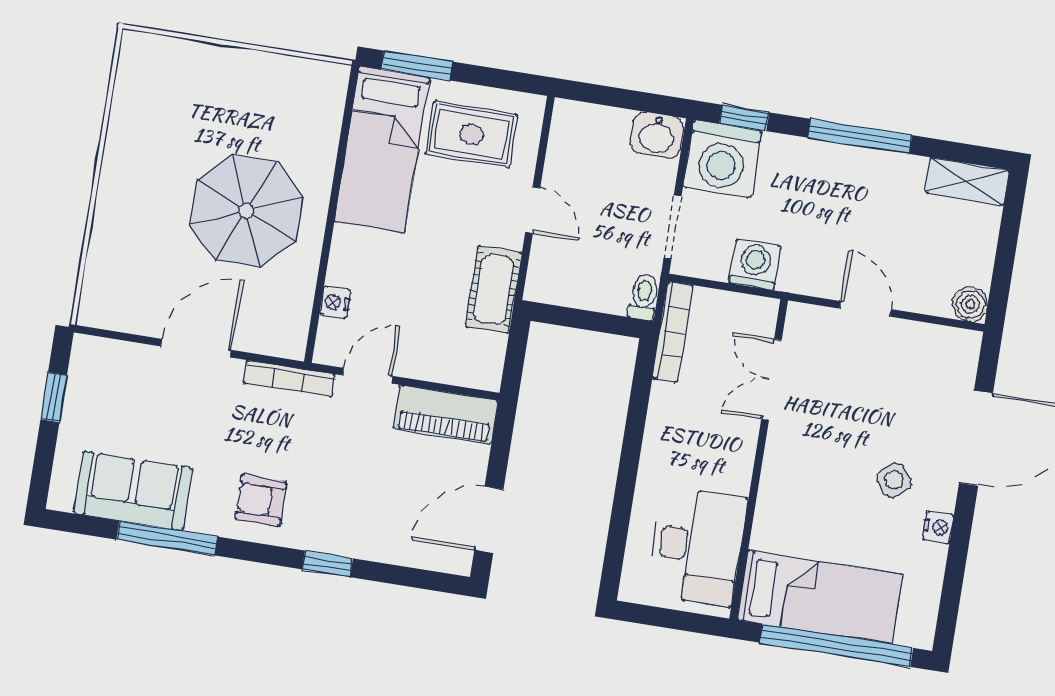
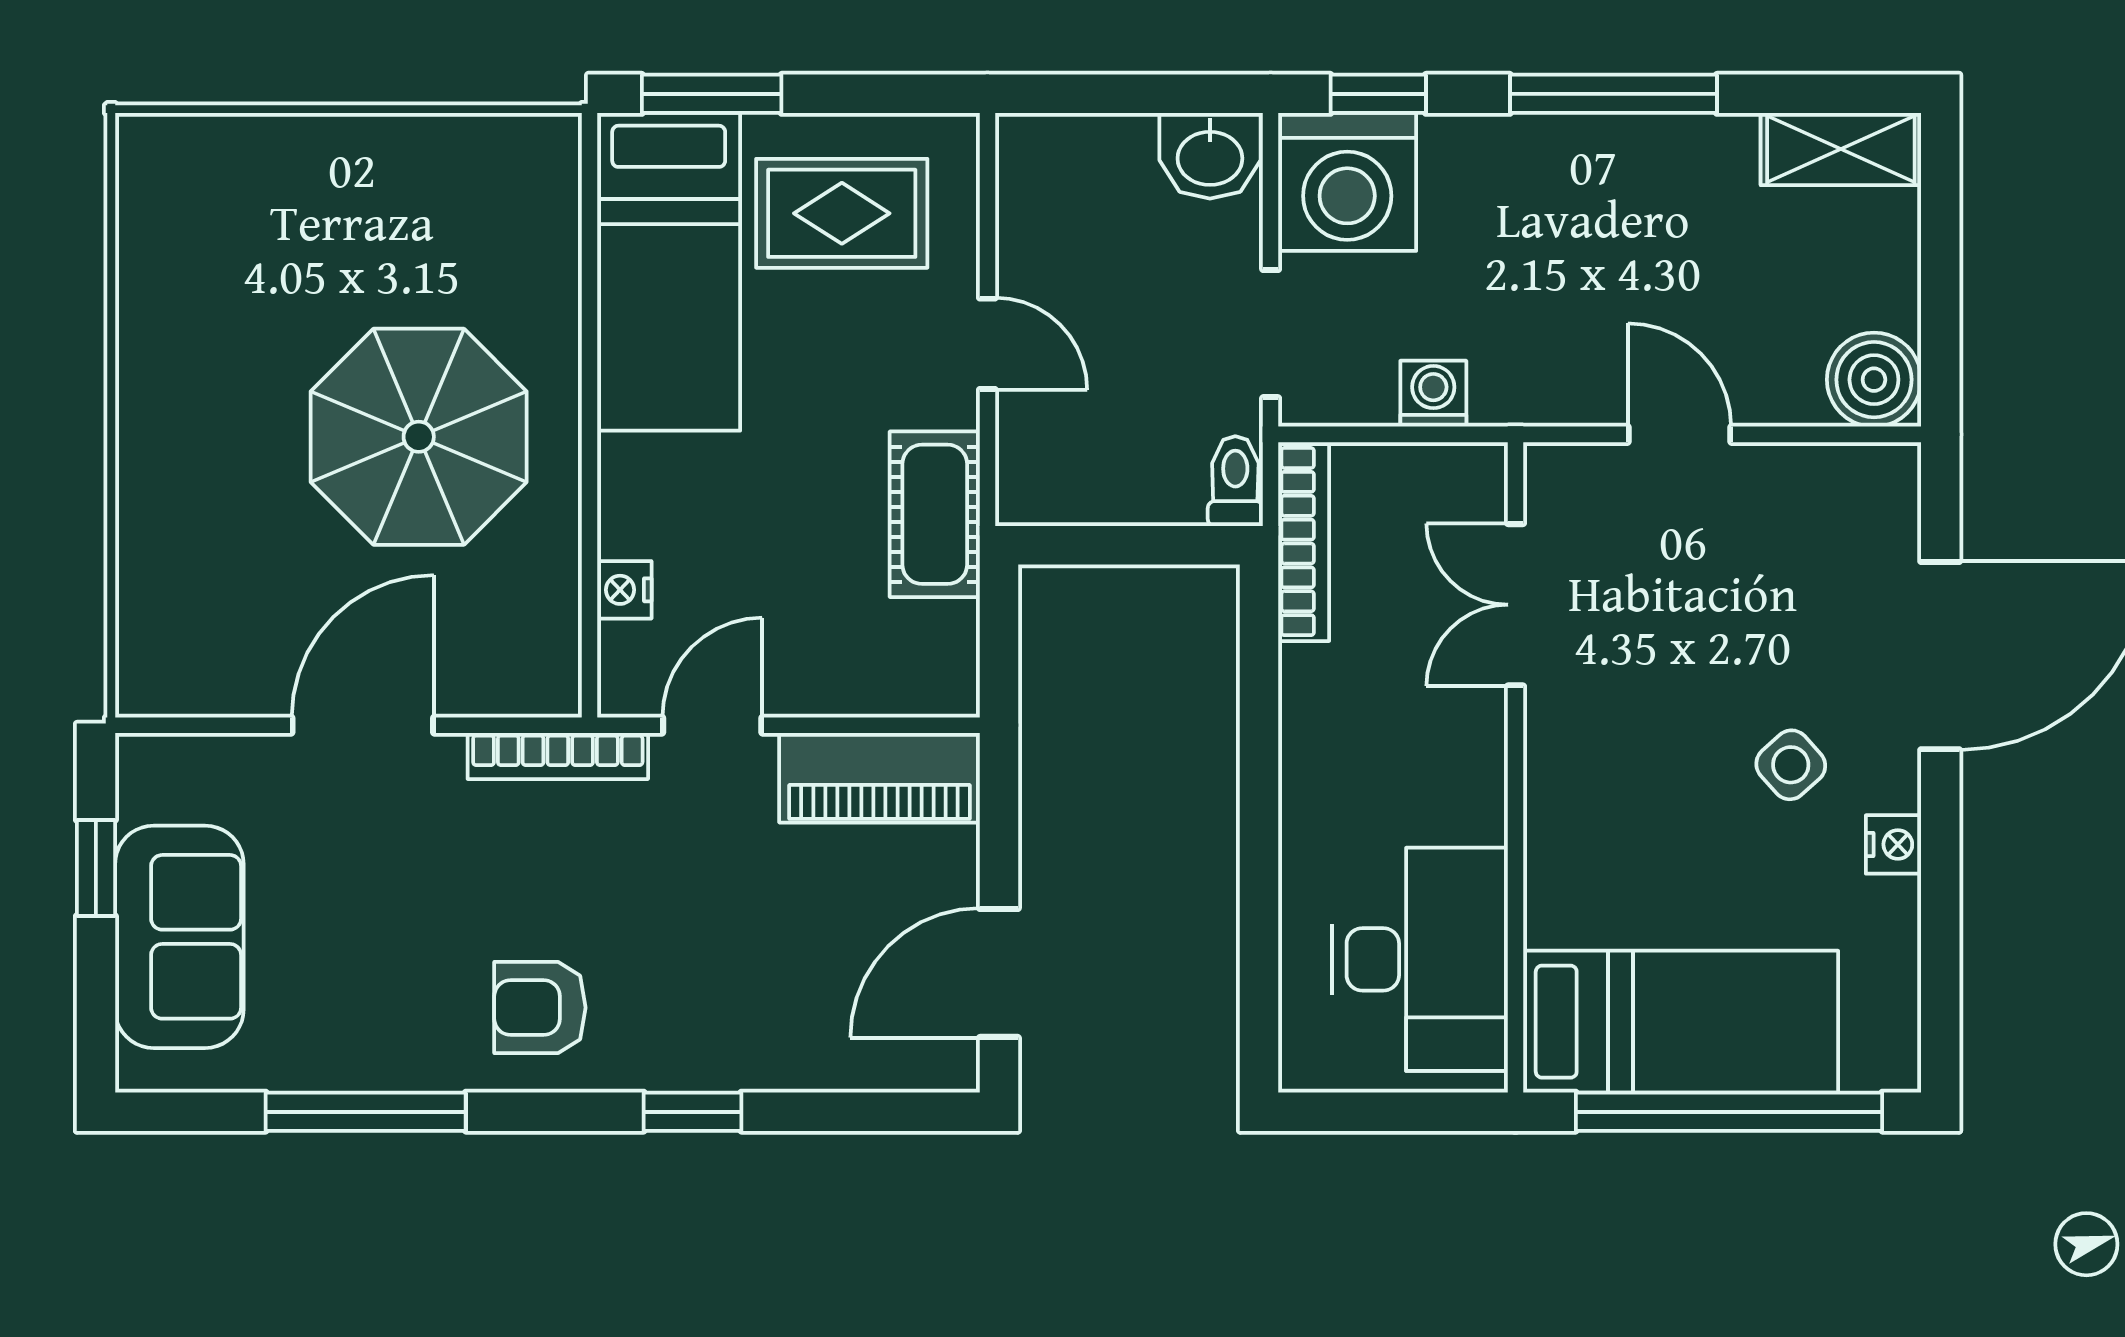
washing machine: (755, 264) -> (1433, 394), width x0.73, depth x0.73
boiler: (970, 304) -> (1874, 380), width x1.36, depth x1.36
sofa: (133, 491) -> (179, 937), moved, turned 90

